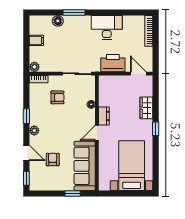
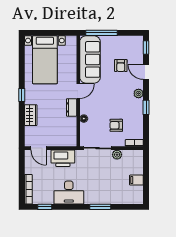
window: (132, 13) -> (45, 207), added
floor lamp: (58, 21) -> (116, 199), removed
plant: (34, 67) -> (117, 155), moved
window: (73, 193) -> (102, 33), width x2.17

